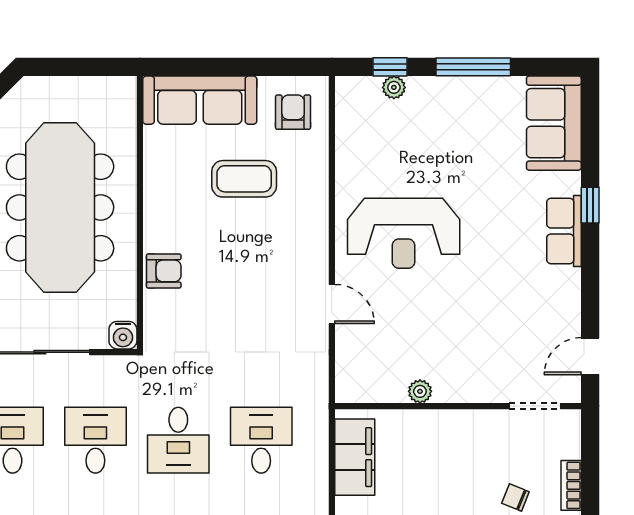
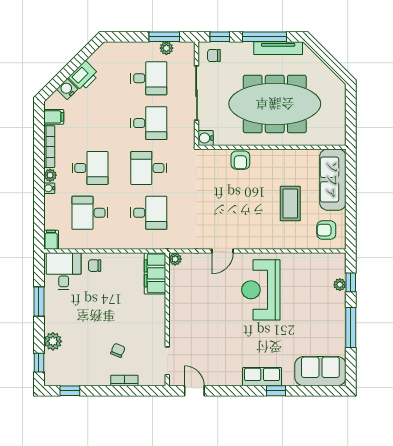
armchair: (293, 112) -> (326, 230), turned 180
plant: (420, 391) -> (175, 259), moved
filing cabinet: (355, 457) -> (155, 273), moved, turned 90

